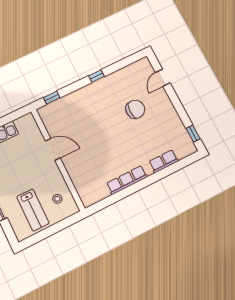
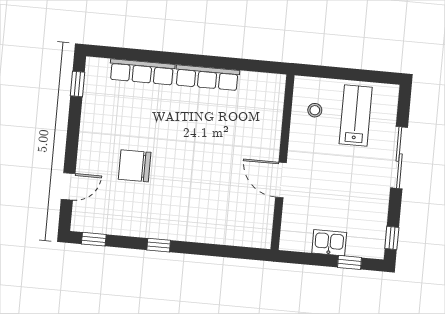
window: (52, 98) -> (94, 239), moved
row of seats: (164, 161) -> (142, 72), width x1.48

